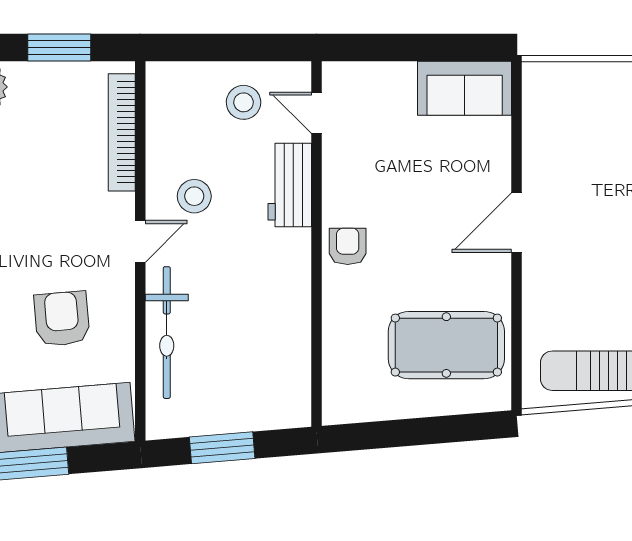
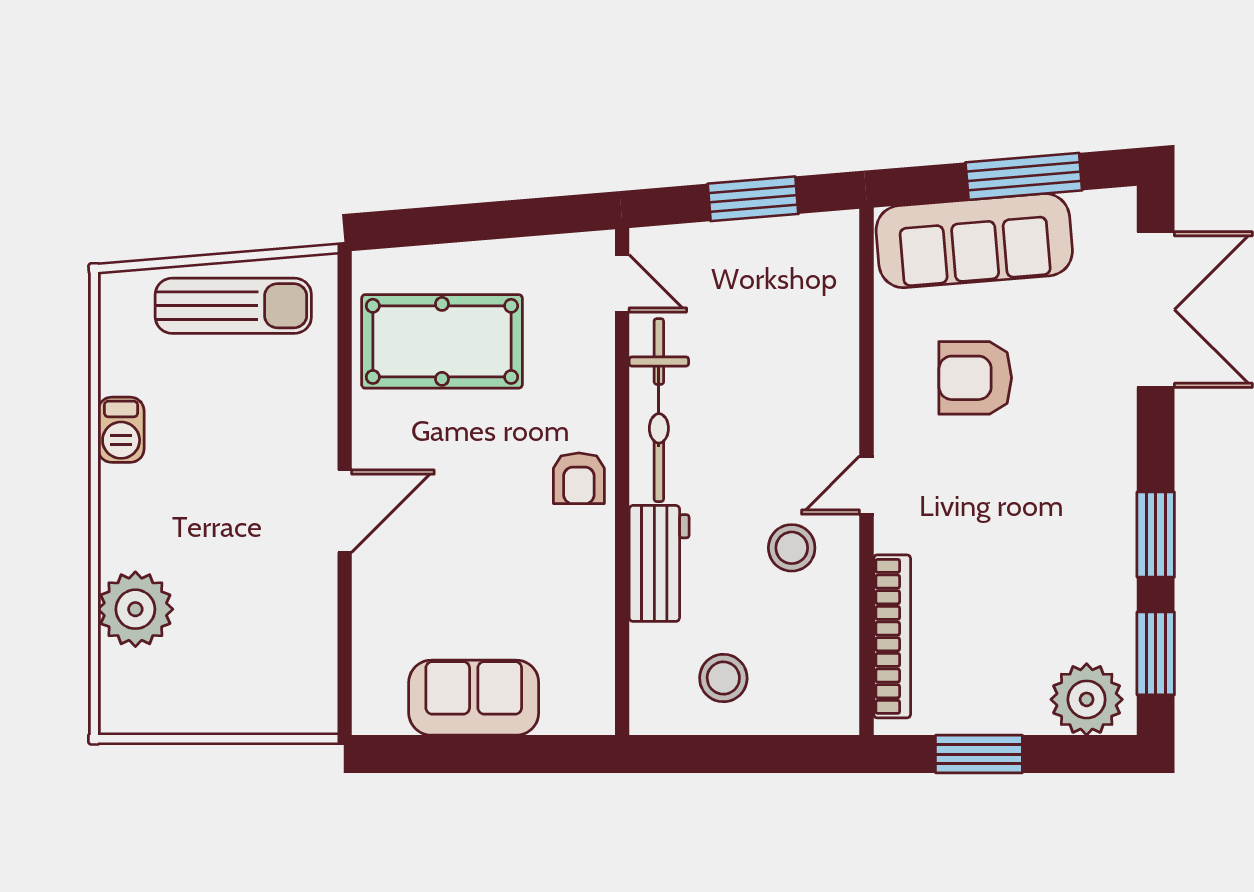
sofa: (465, 88) -> (474, 698), moved
door: (317, 113) -> (622, 283), moved
armchair: (62, 319) -> (975, 378), turned 95
bicycle: (167, 333) -> (659, 410), moved, turned 180

